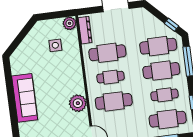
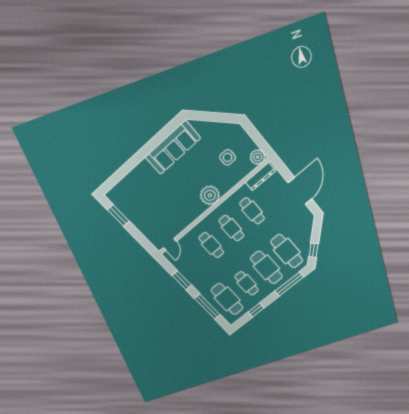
cafe table: (107, 53) -> (252, 211), width x0.73, depth x0.74
sofa: (25, 98) -> (173, 148), moved
cafe table: (114, 101) -> (211, 245), width x0.73, depth x0.74
plant: (78, 103) -> (210, 195), moved

